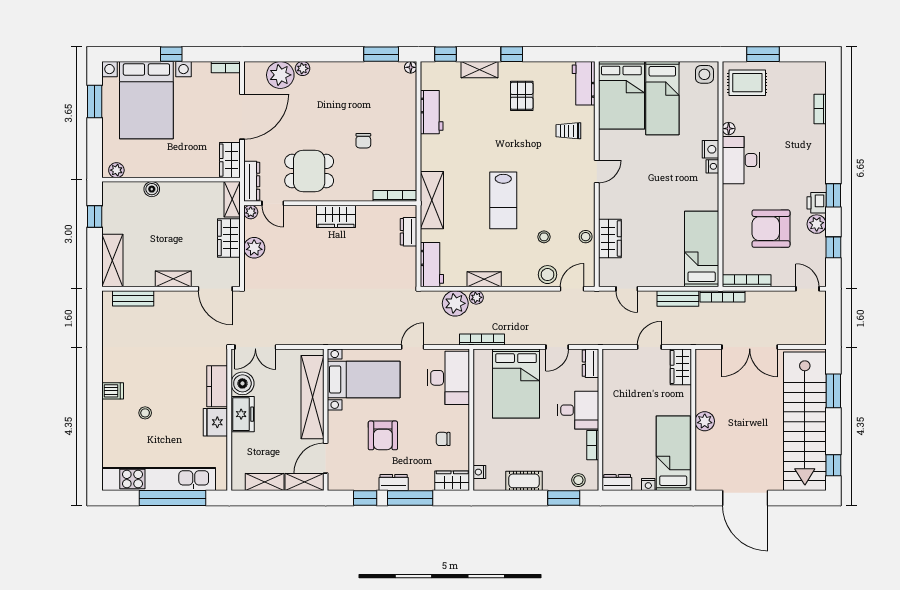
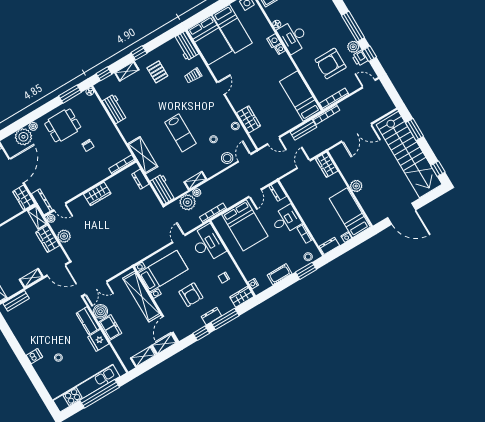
dining table: (309, 171) -> (63, 125), moved
window: (833, 195) -> (353, 26), width x2.17
printer: (817, 203) -> (360, 58), moved

